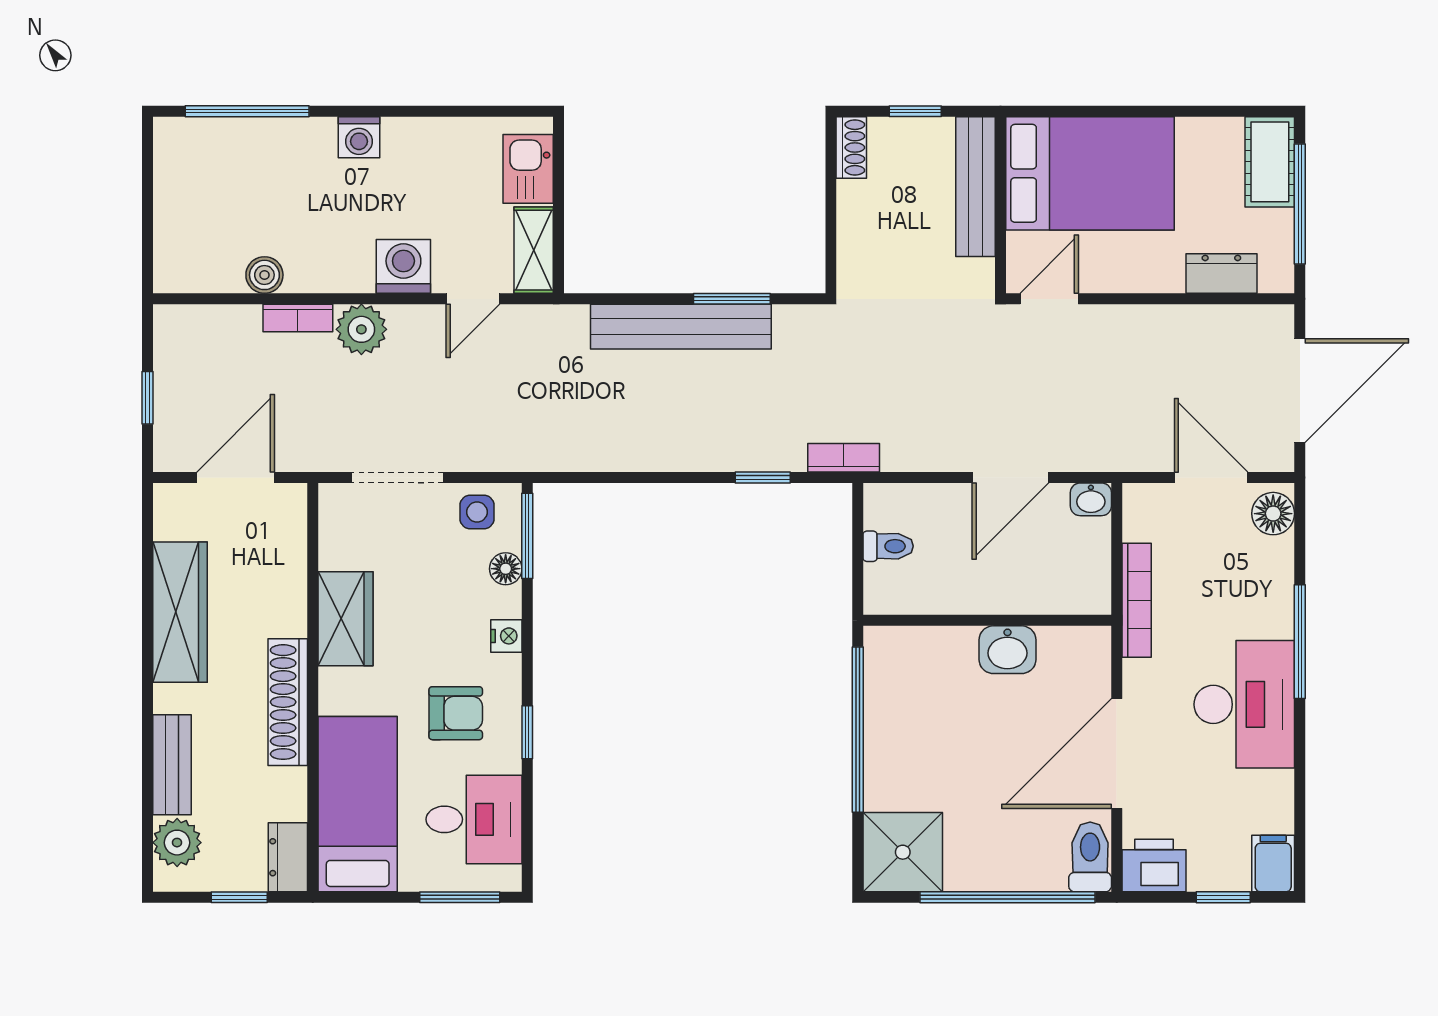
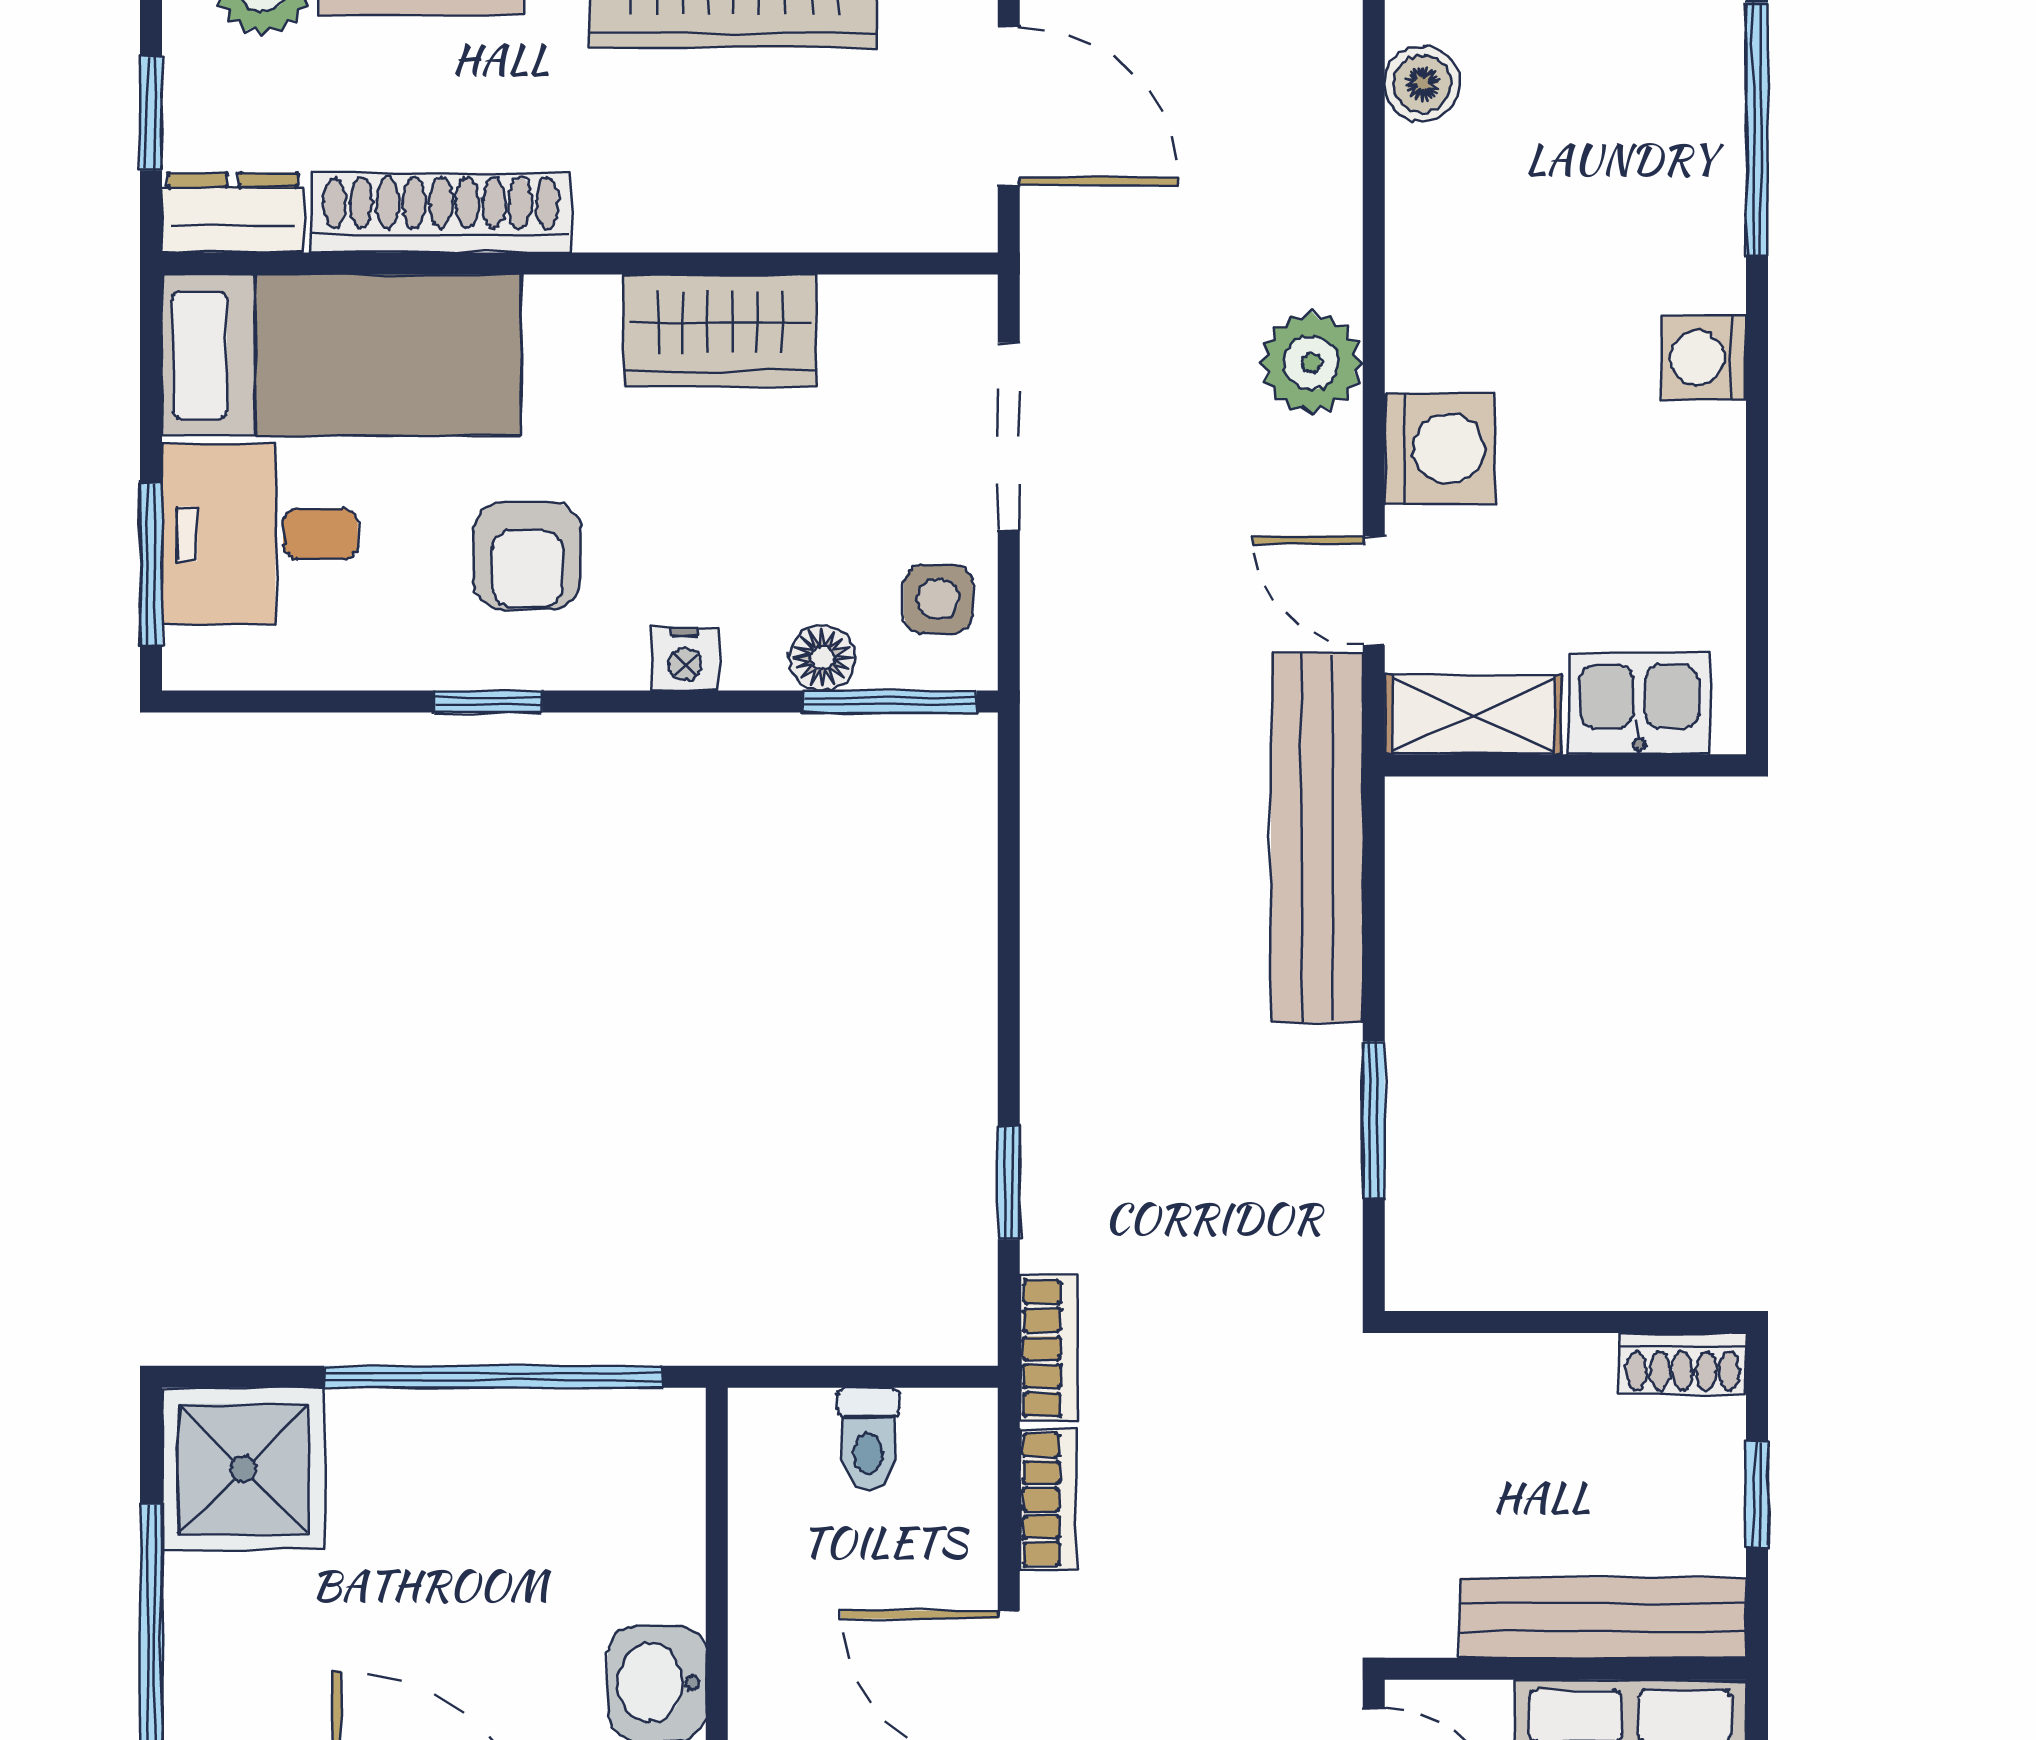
boiler: (264, 275) -> (1422, 84), moved
bookcase: (298, 318) -> (1048, 1500), moved, turned 180
bench: (681, 327) -> (1317, 838), moved
shoe rack: (288, 702) -> (441, 213), moved
desk: (474, 819) -> (260, 534), moved, turned 90

